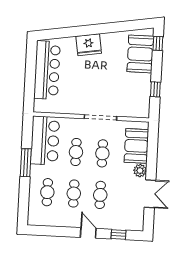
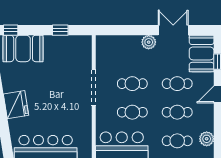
booth: (136, 146) -> (202, 53), moved, turned 90
plant: (48, 219) -> (207, 139), added

